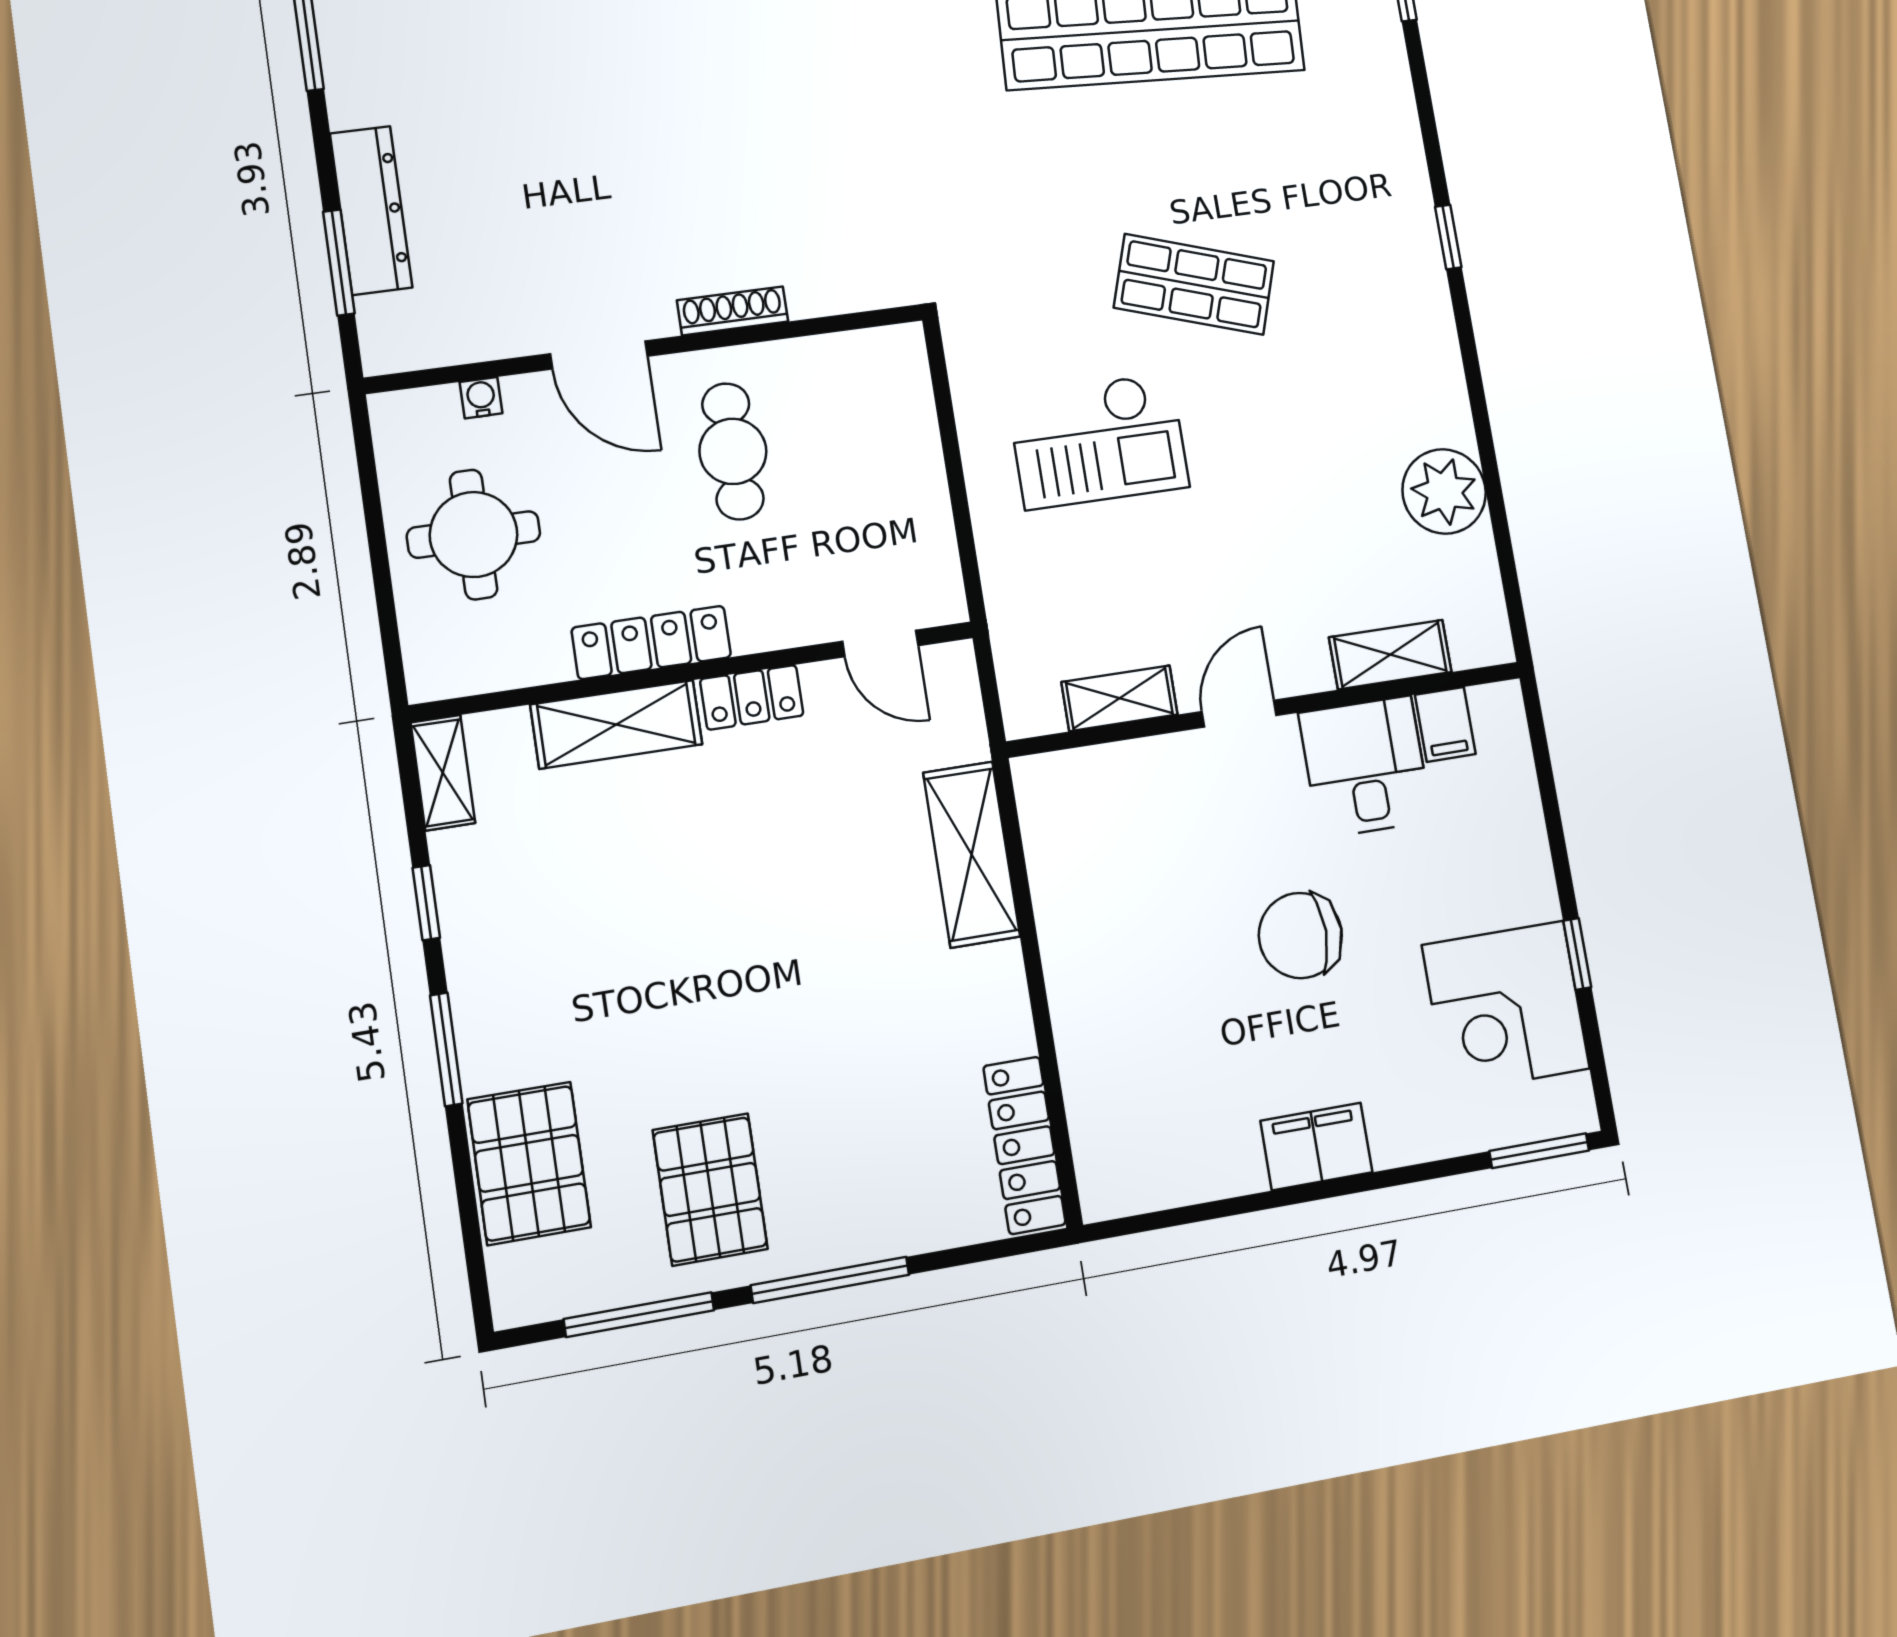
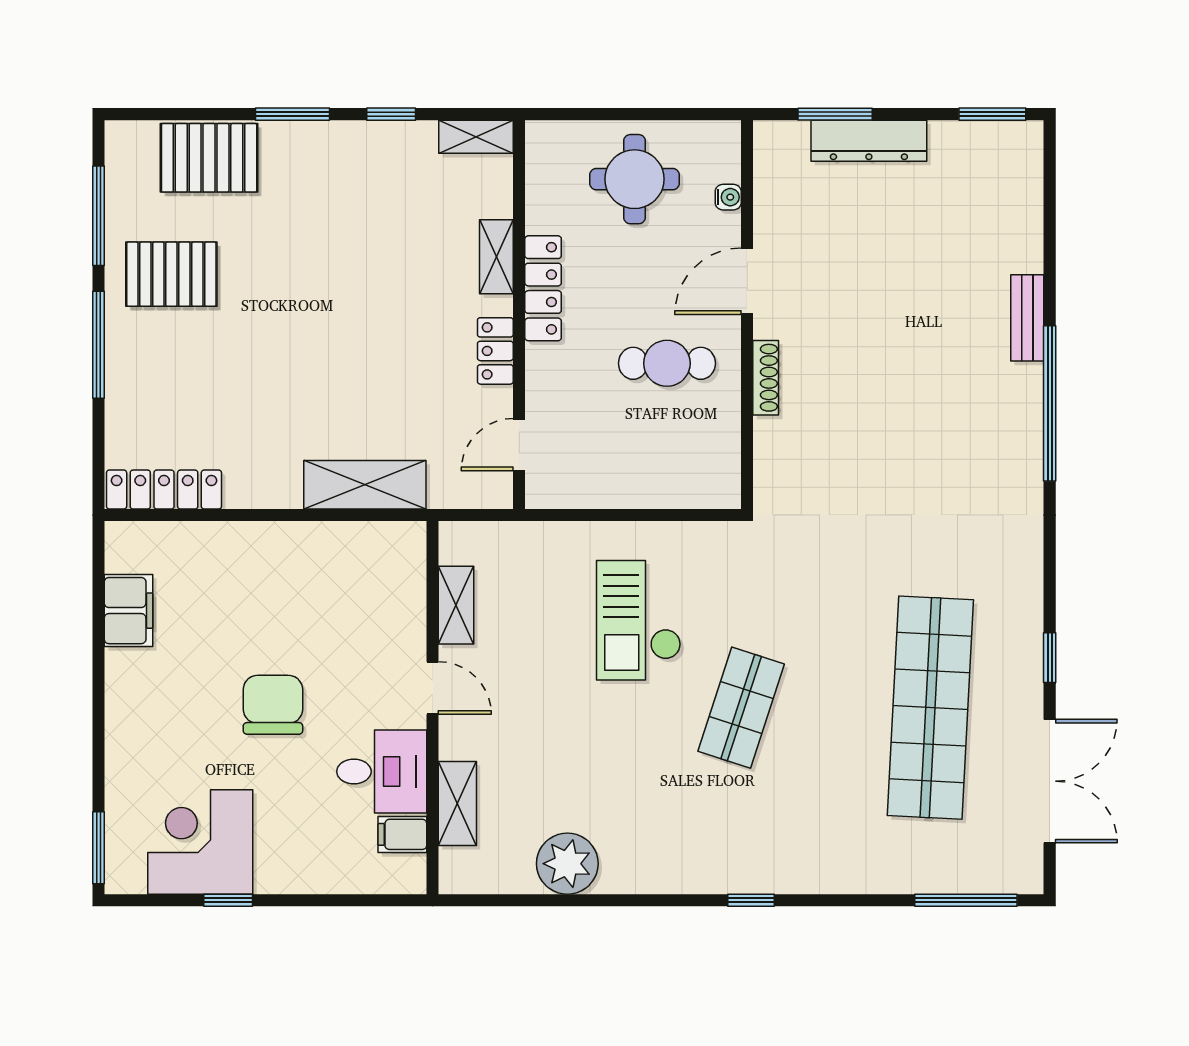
shelving: (616, 724) -> (496, 257), width x0.67, depth x0.75
filing cabinet: (1316, 1146) -> (128, 611), moved

